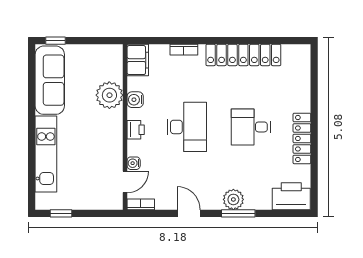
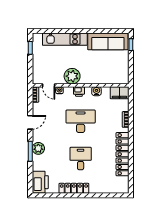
plant: (109, 95) -> (72, 76), moved
desk: (187, 127) -> (81, 121), turned 180

